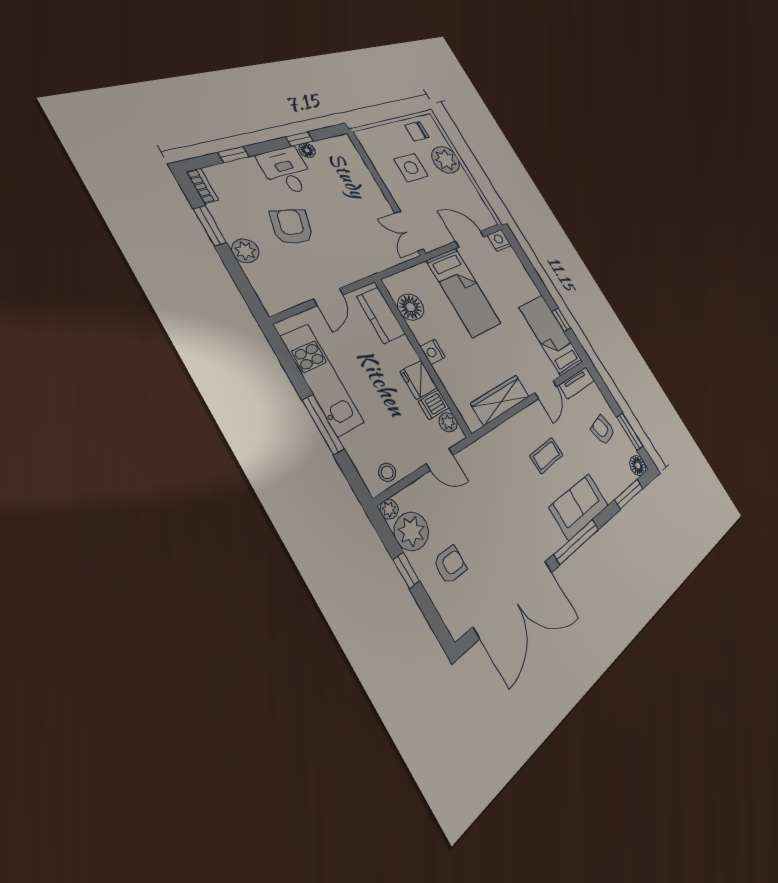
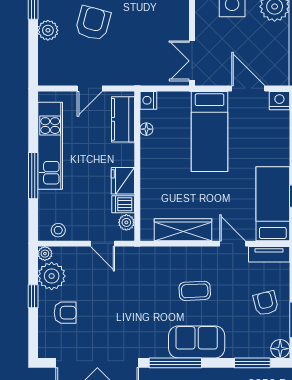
floor lamp: (410, 307) -> (146, 129), width x0.53, depth x0.53
nightstand: (433, 352) -> (148, 100), moved
door: (546, 390) -> (233, 244), swing flipped

